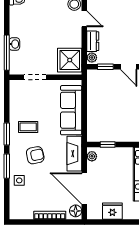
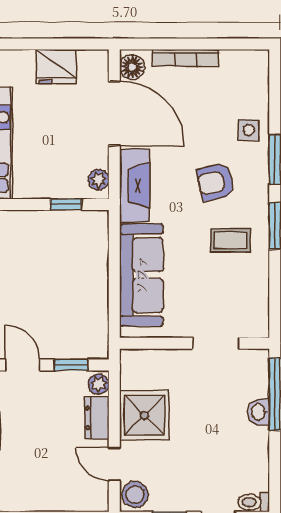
shower: (70, 60) -> (144, 415), moved

